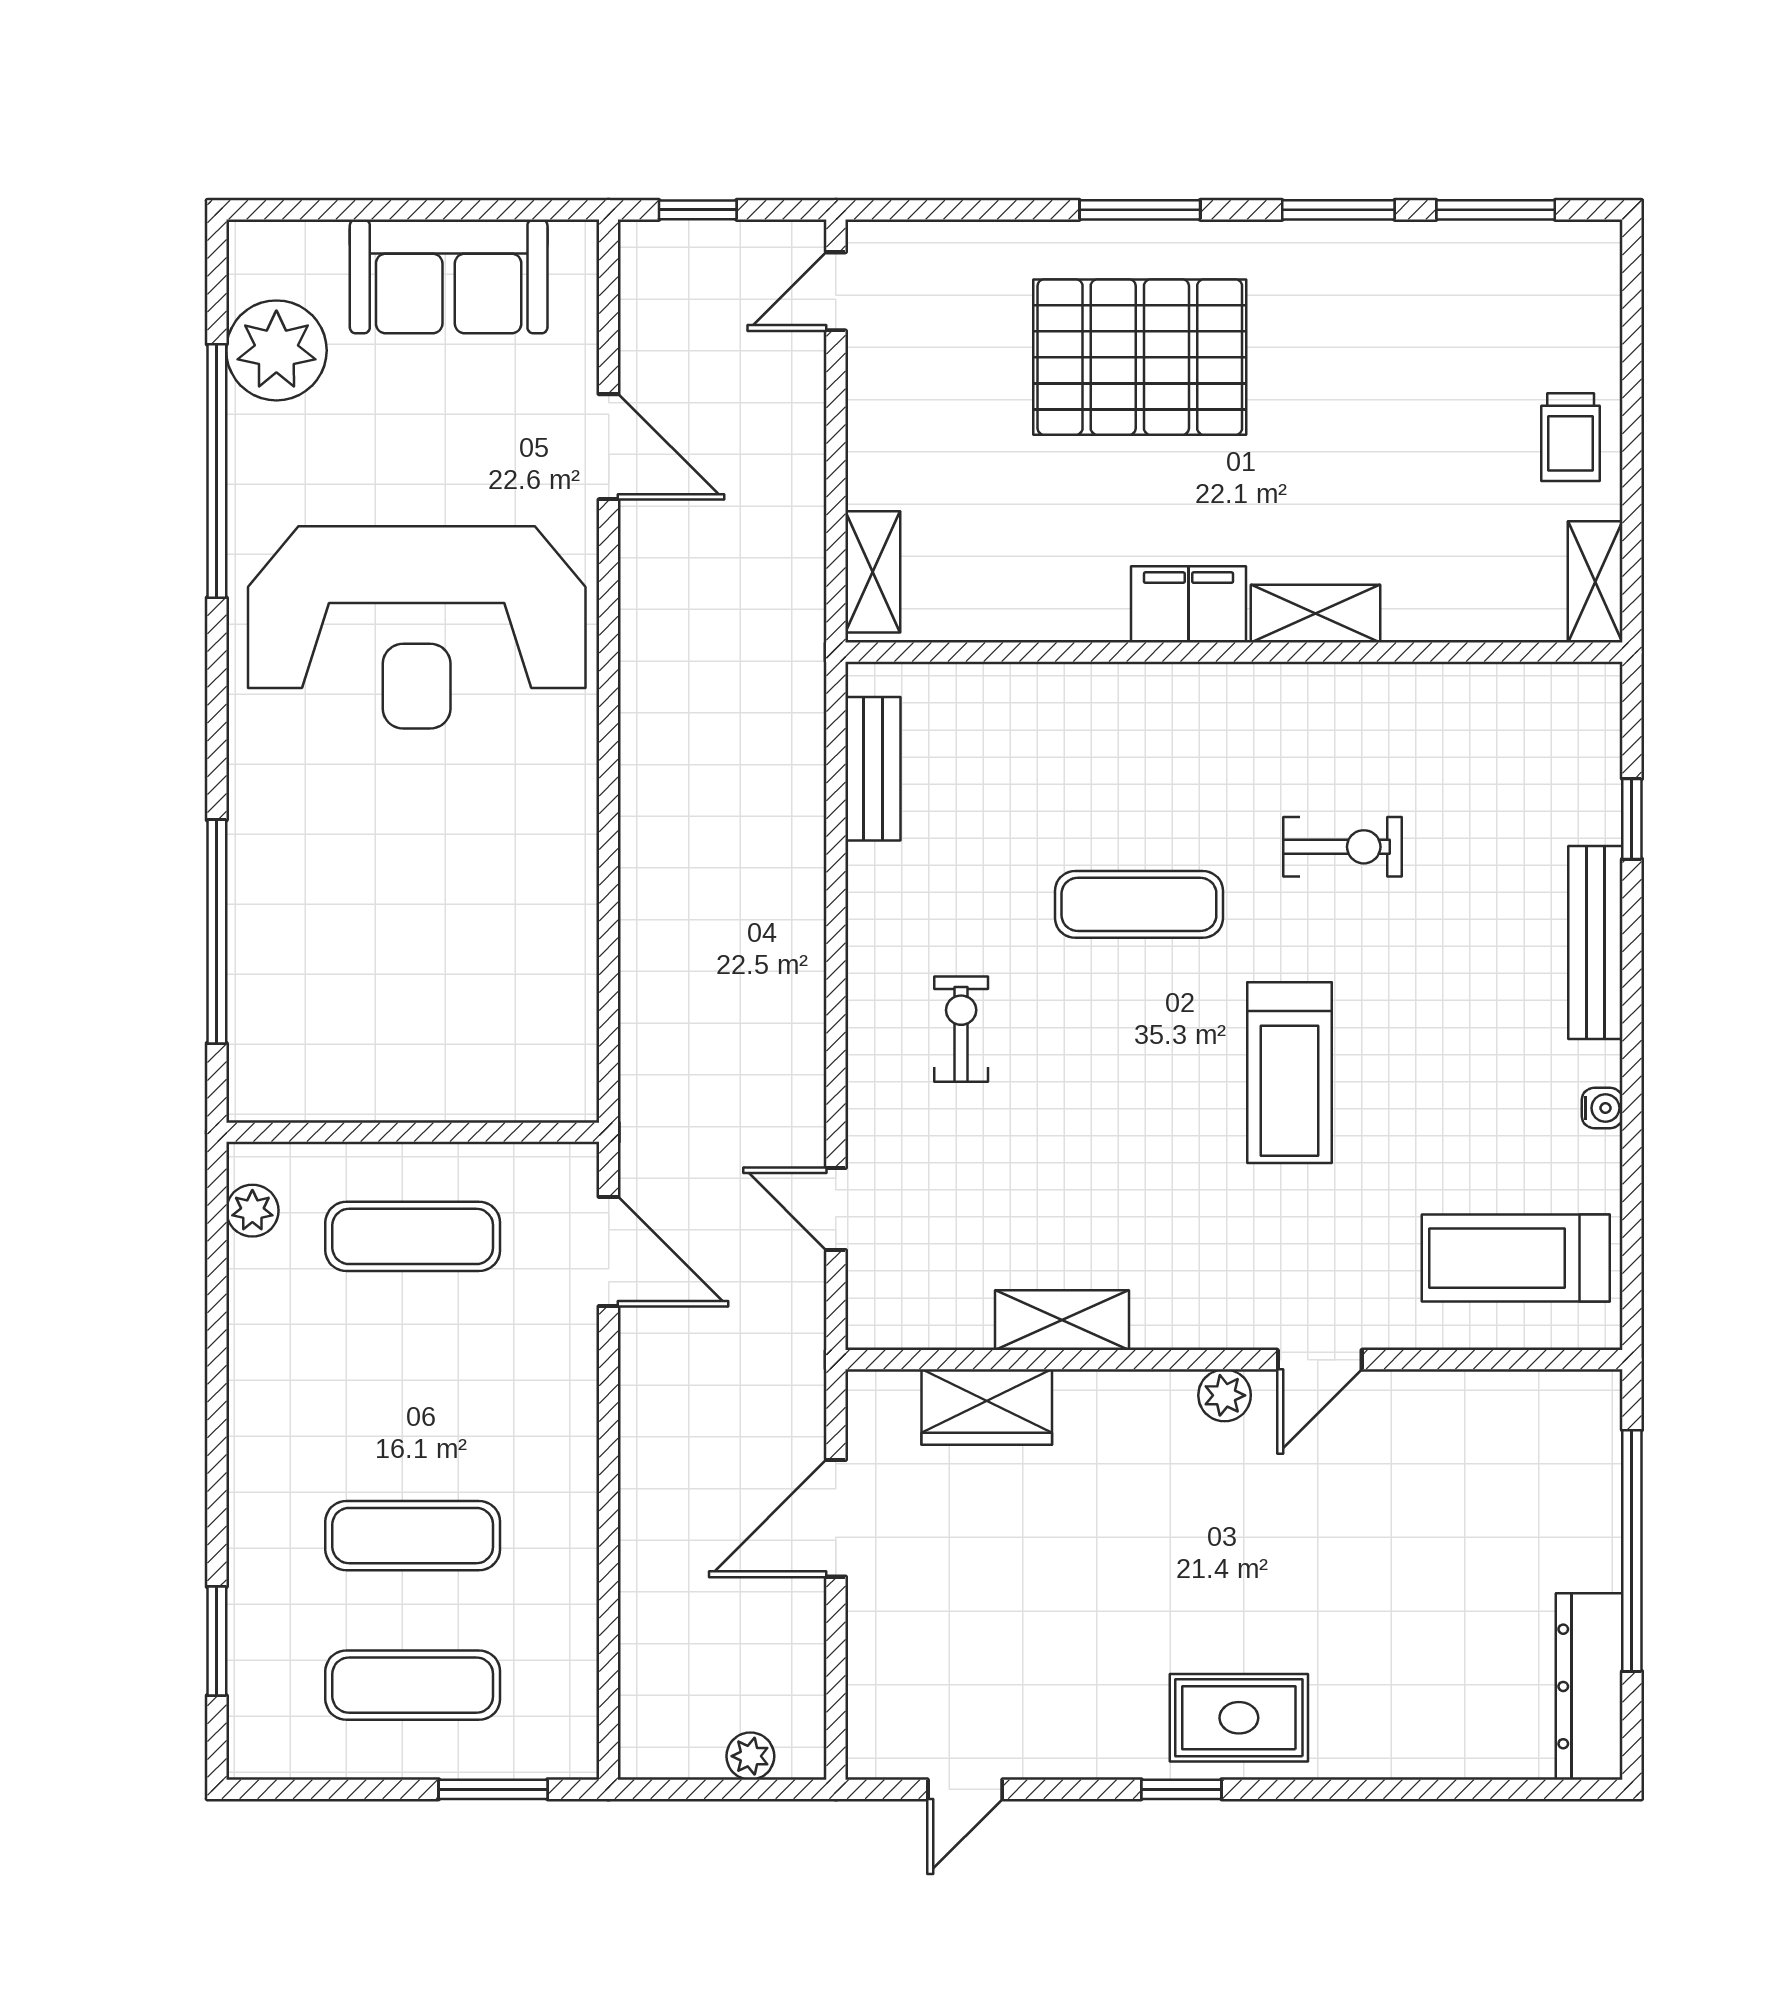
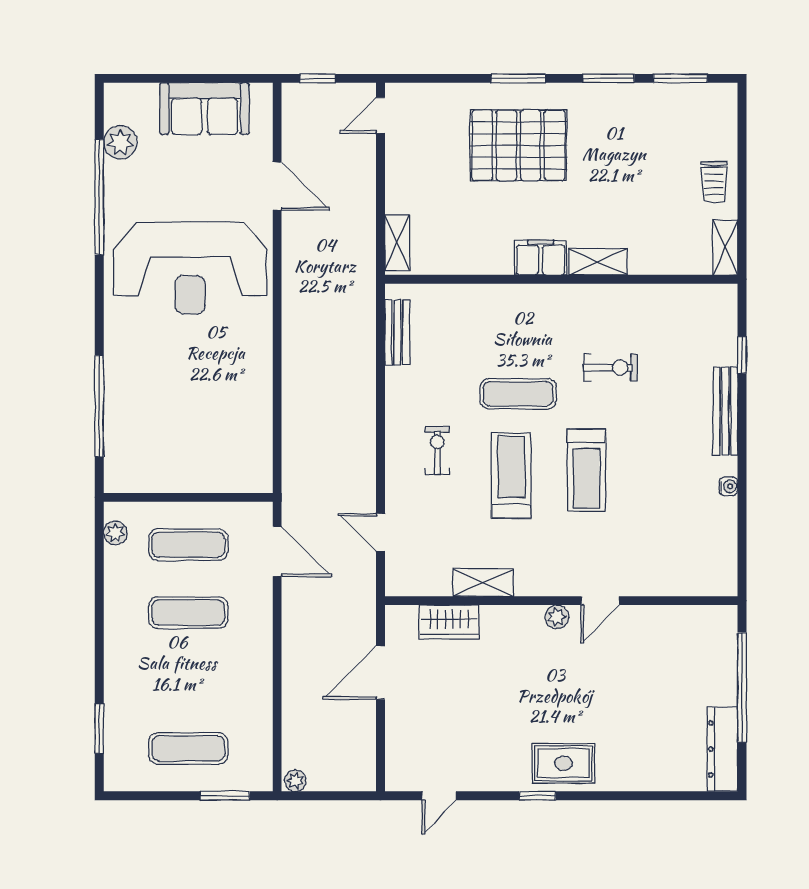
plant: (276, 350) -> (120, 142), width x0.73, depth x0.73
treadmill: (1516, 1258) -> (511, 476), moved, turned 90
exercise mat: (413, 1536) -> (188, 613), moved
plant: (750, 1756) -> (295, 781), moved

